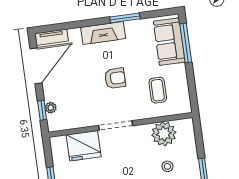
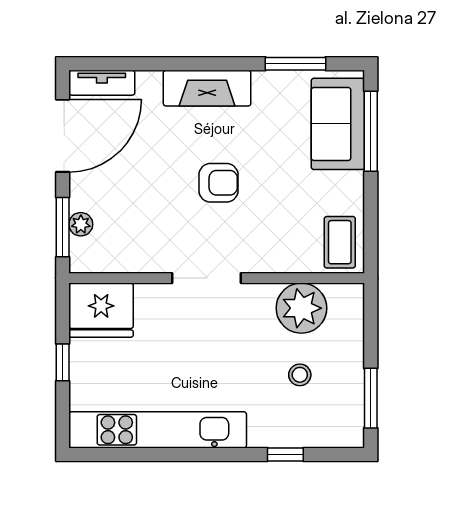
window: (125, 18) -> (295, 64), moved
coffee table: (158, 90) -> (340, 242), moved
window: (42, 110) -> (63, 227), width x1.50
fridge: (84, 146) -> (101, 310), moved

